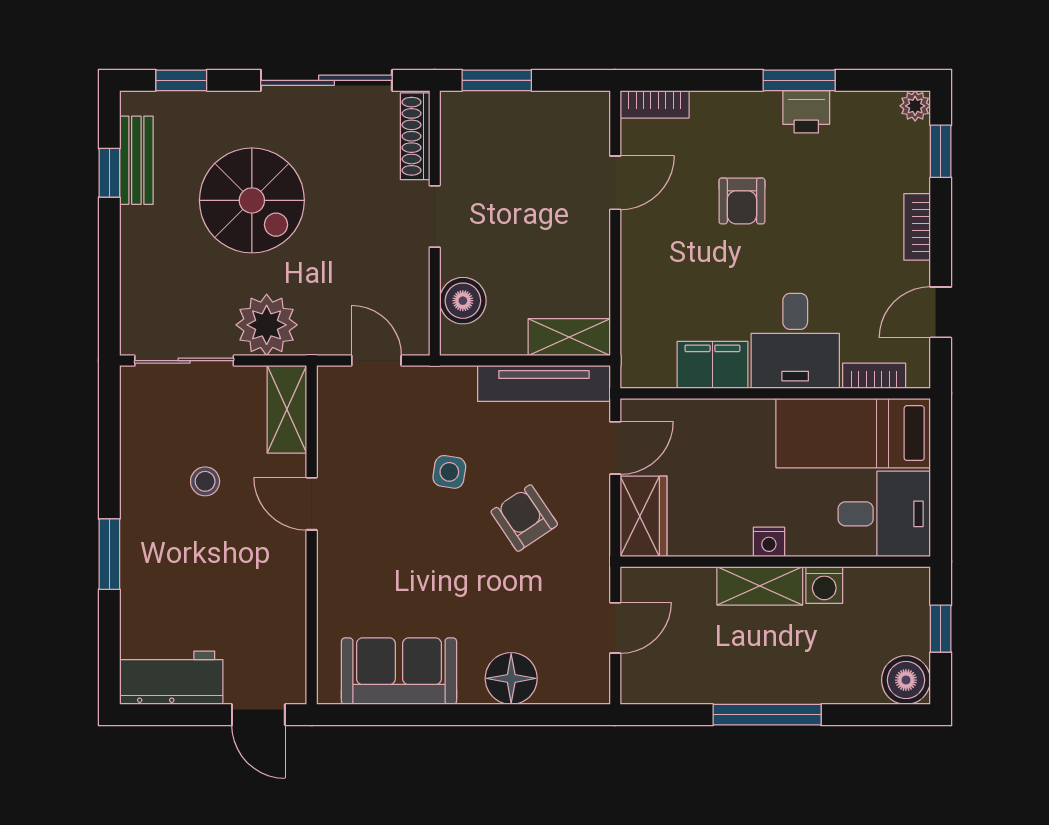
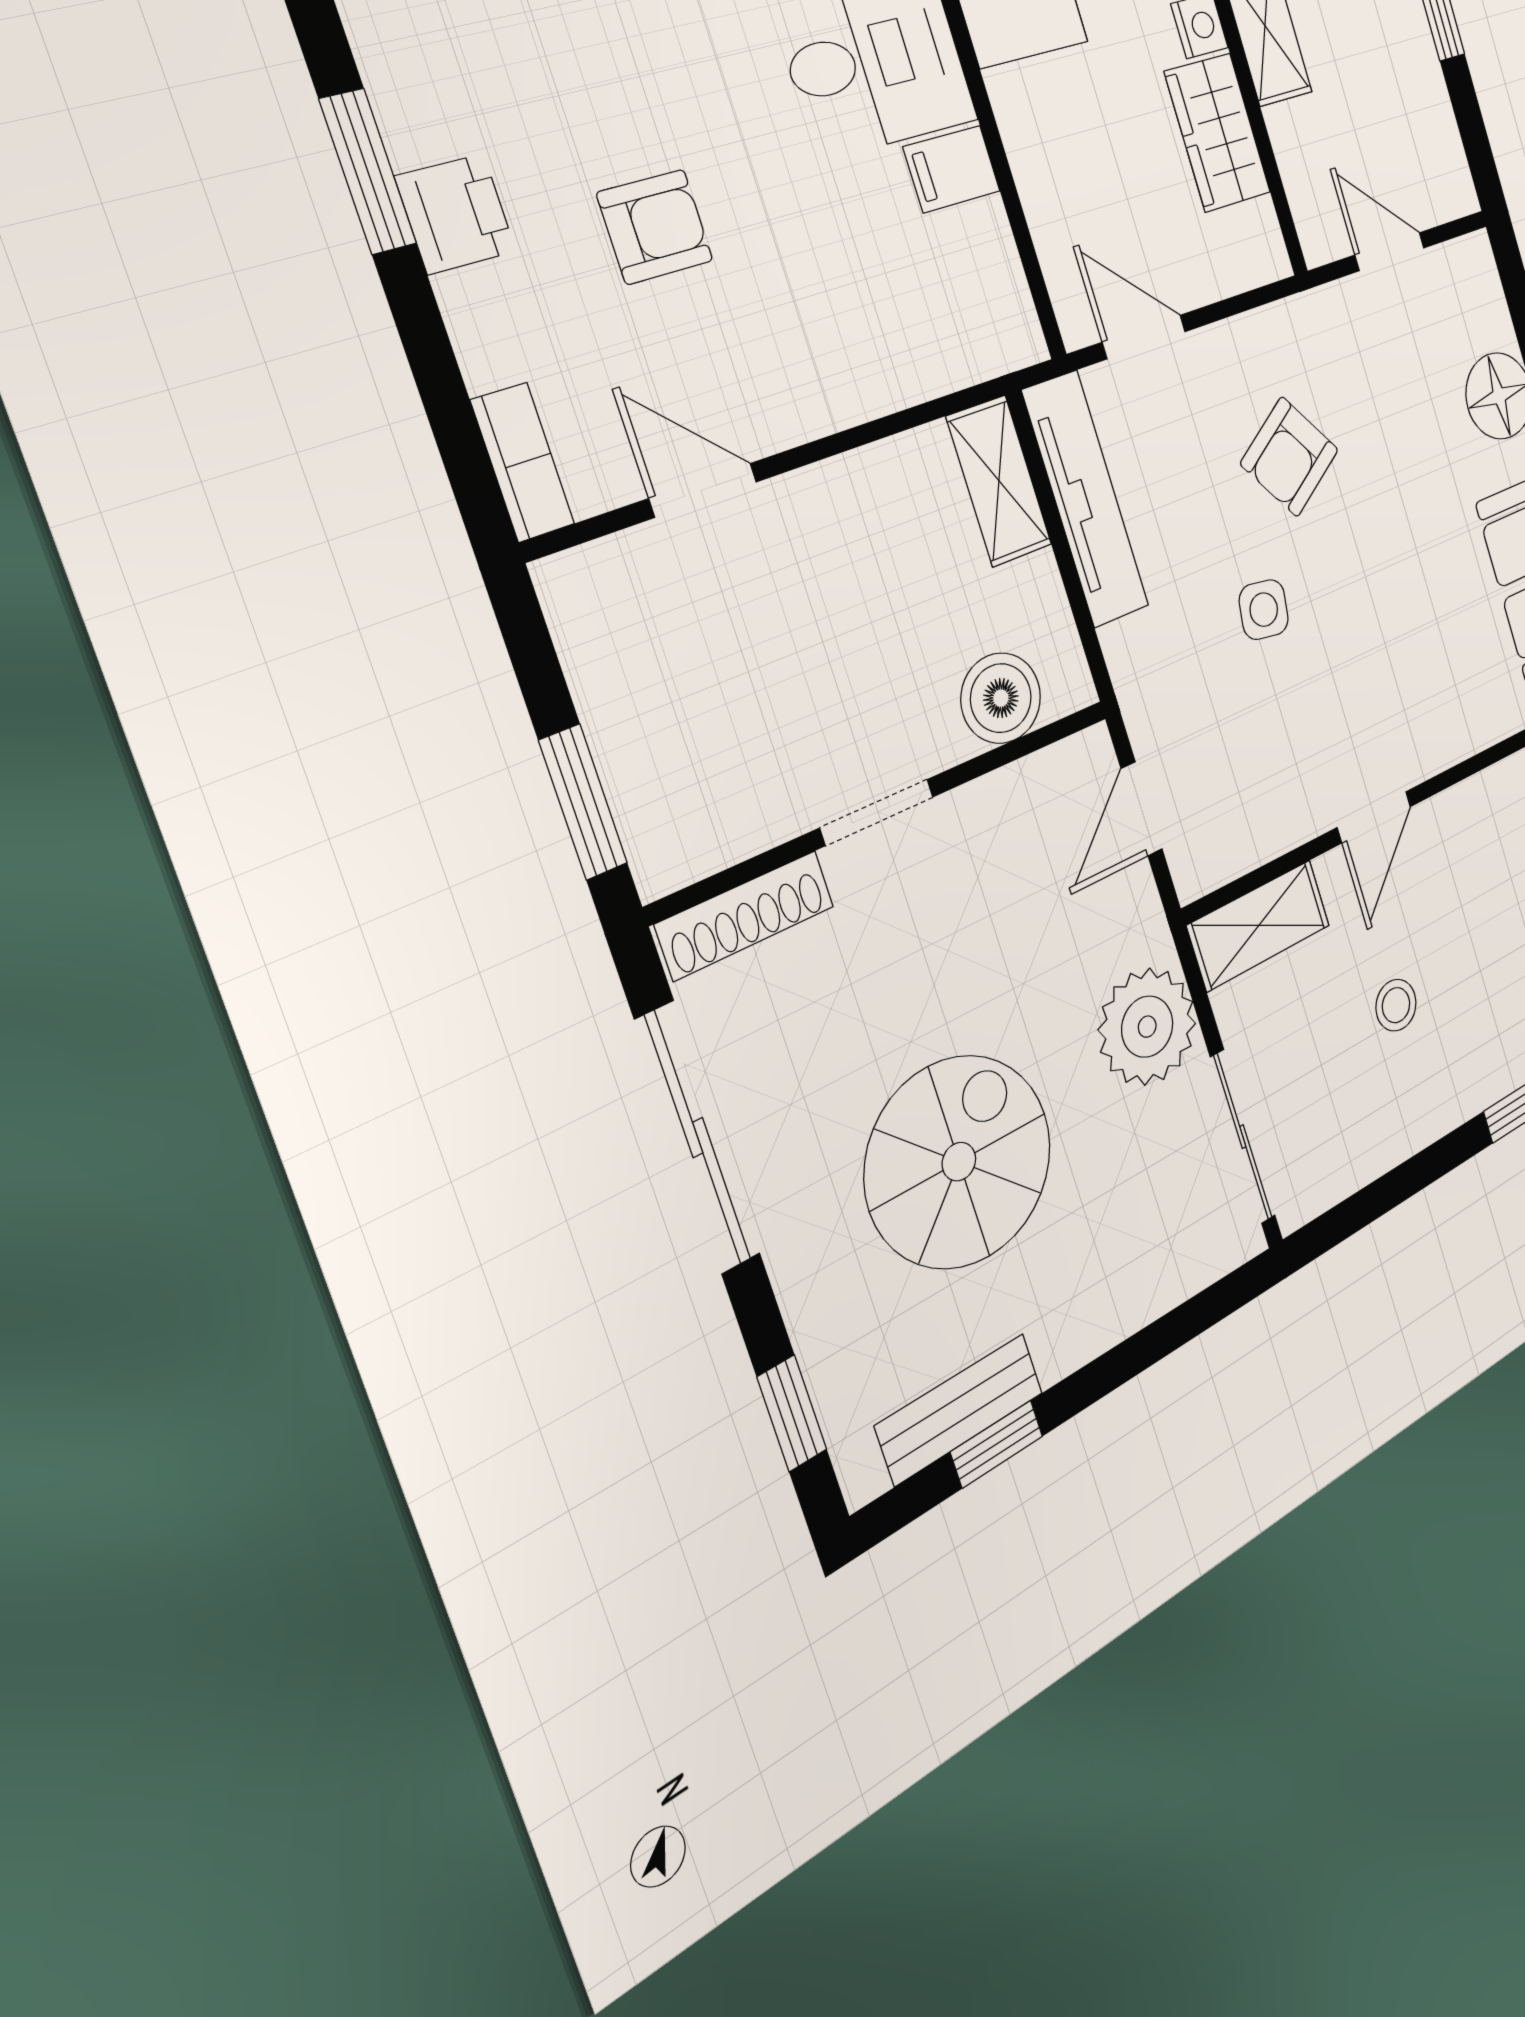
printer: (806, 112) -> (456, 214), moved
filing cabinet: (712, 365) -> (952, 169), width x0.50
wardrobe: (644, 516) -> (1218, 132), moved, turned -90

